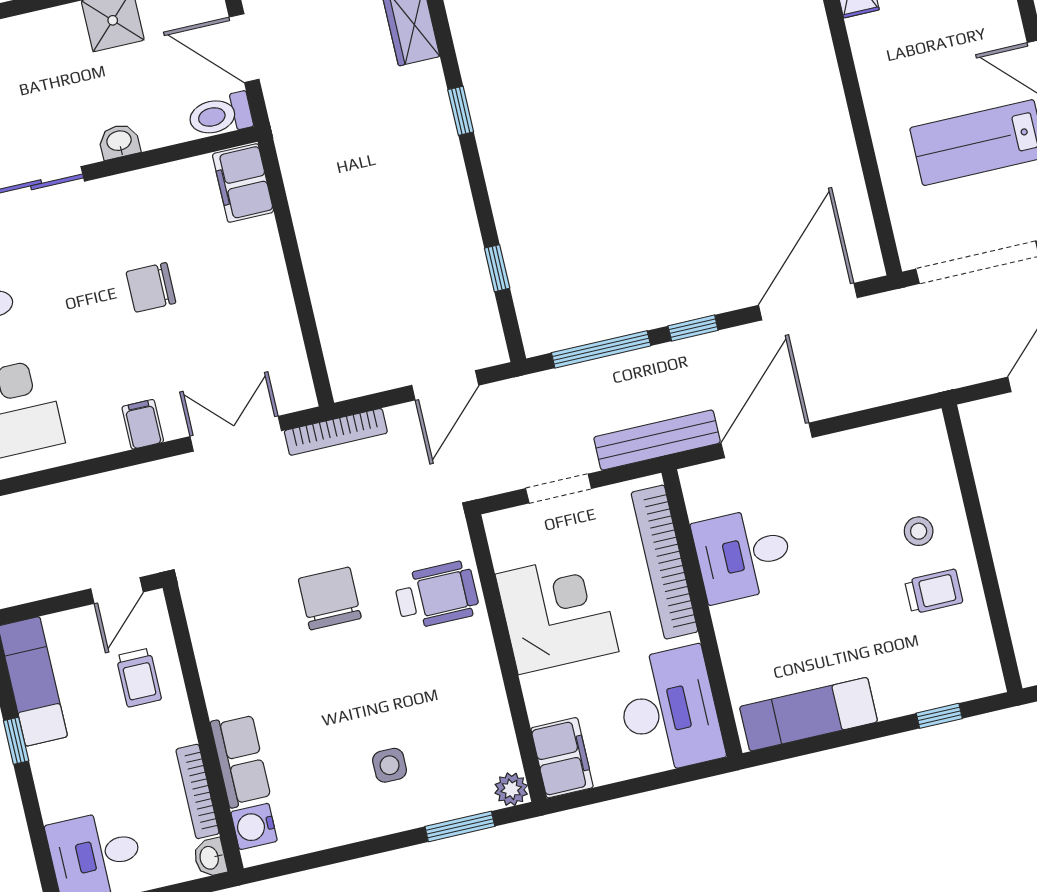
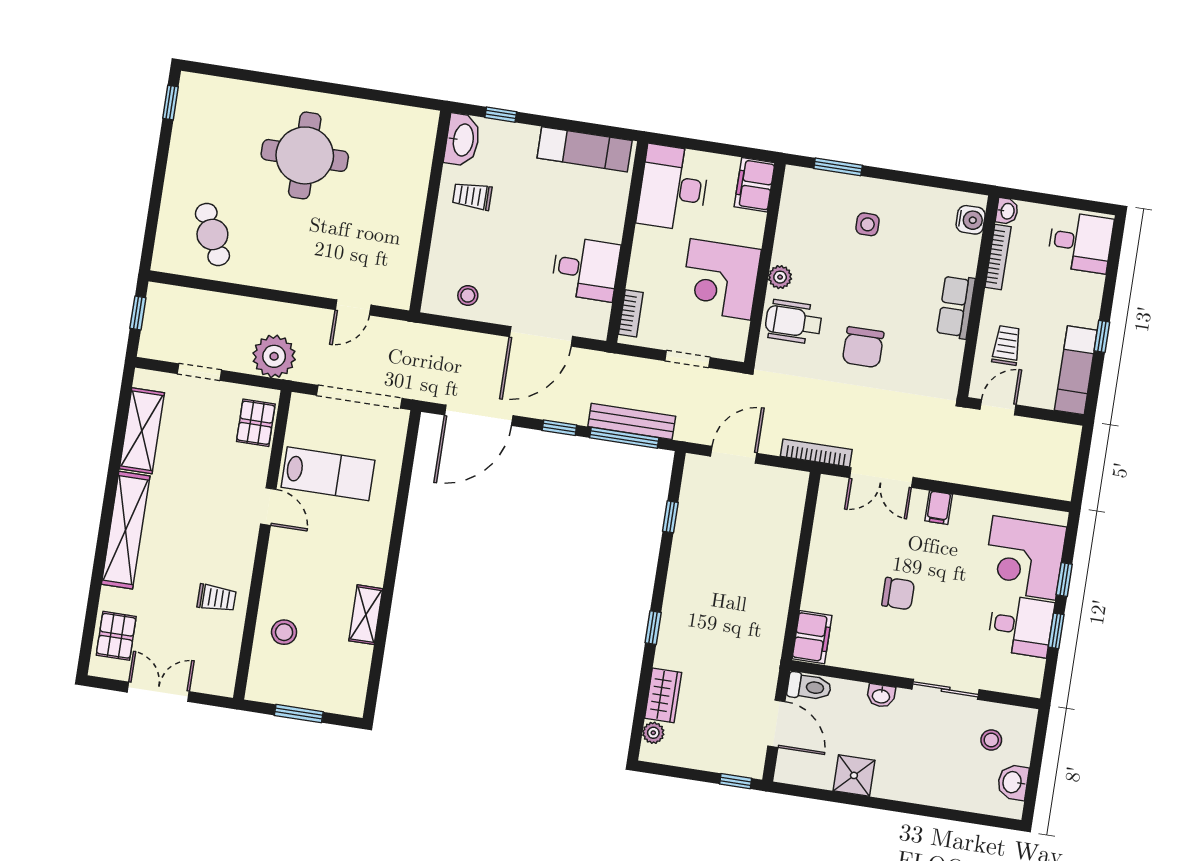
bench: (657, 440) -> (632, 421), moved
stool: (919, 531) -> (468, 295), moved
bookcase: (665, 562) -> (631, 313), width x0.43, depth x0.76
washbasin: (977, 661) -> (462, 140), added
row of seats: (241, 760) -> (956, 307), moved
plant: (511, 789) -> (780, 277), moved

